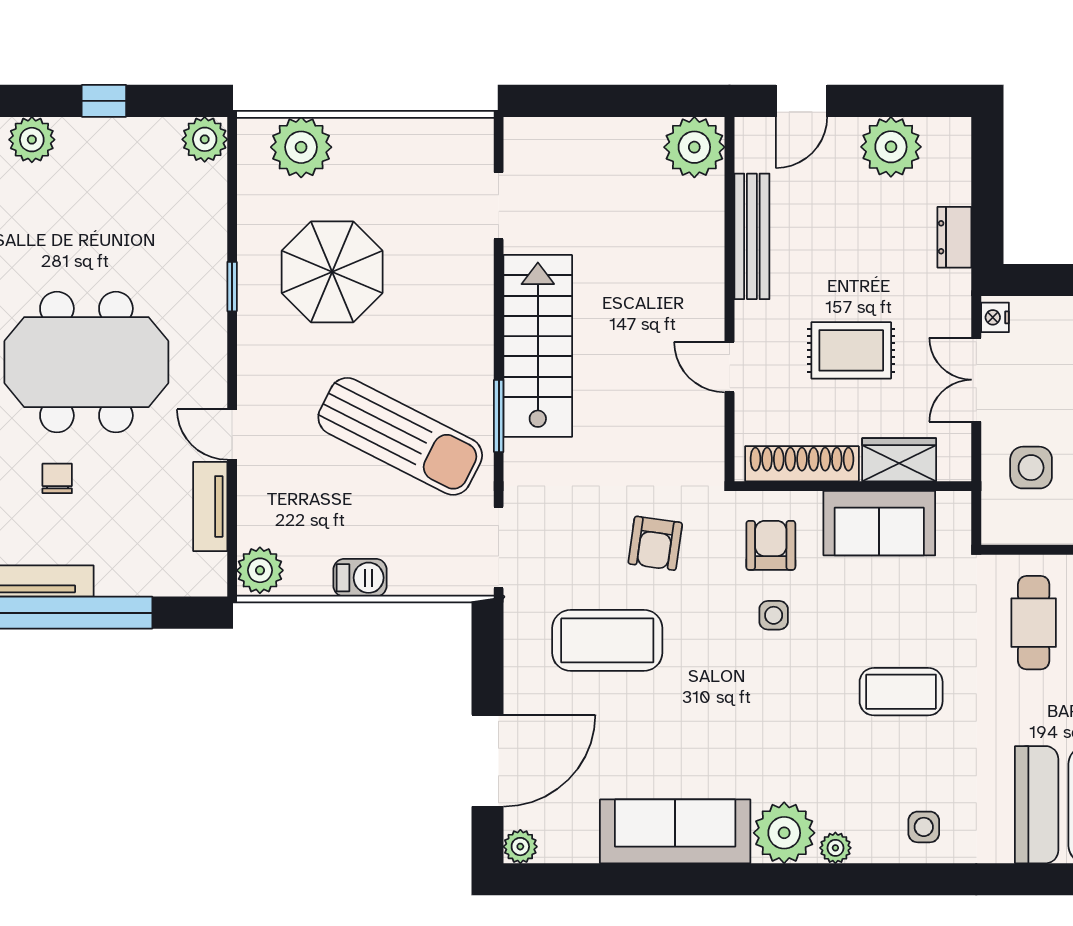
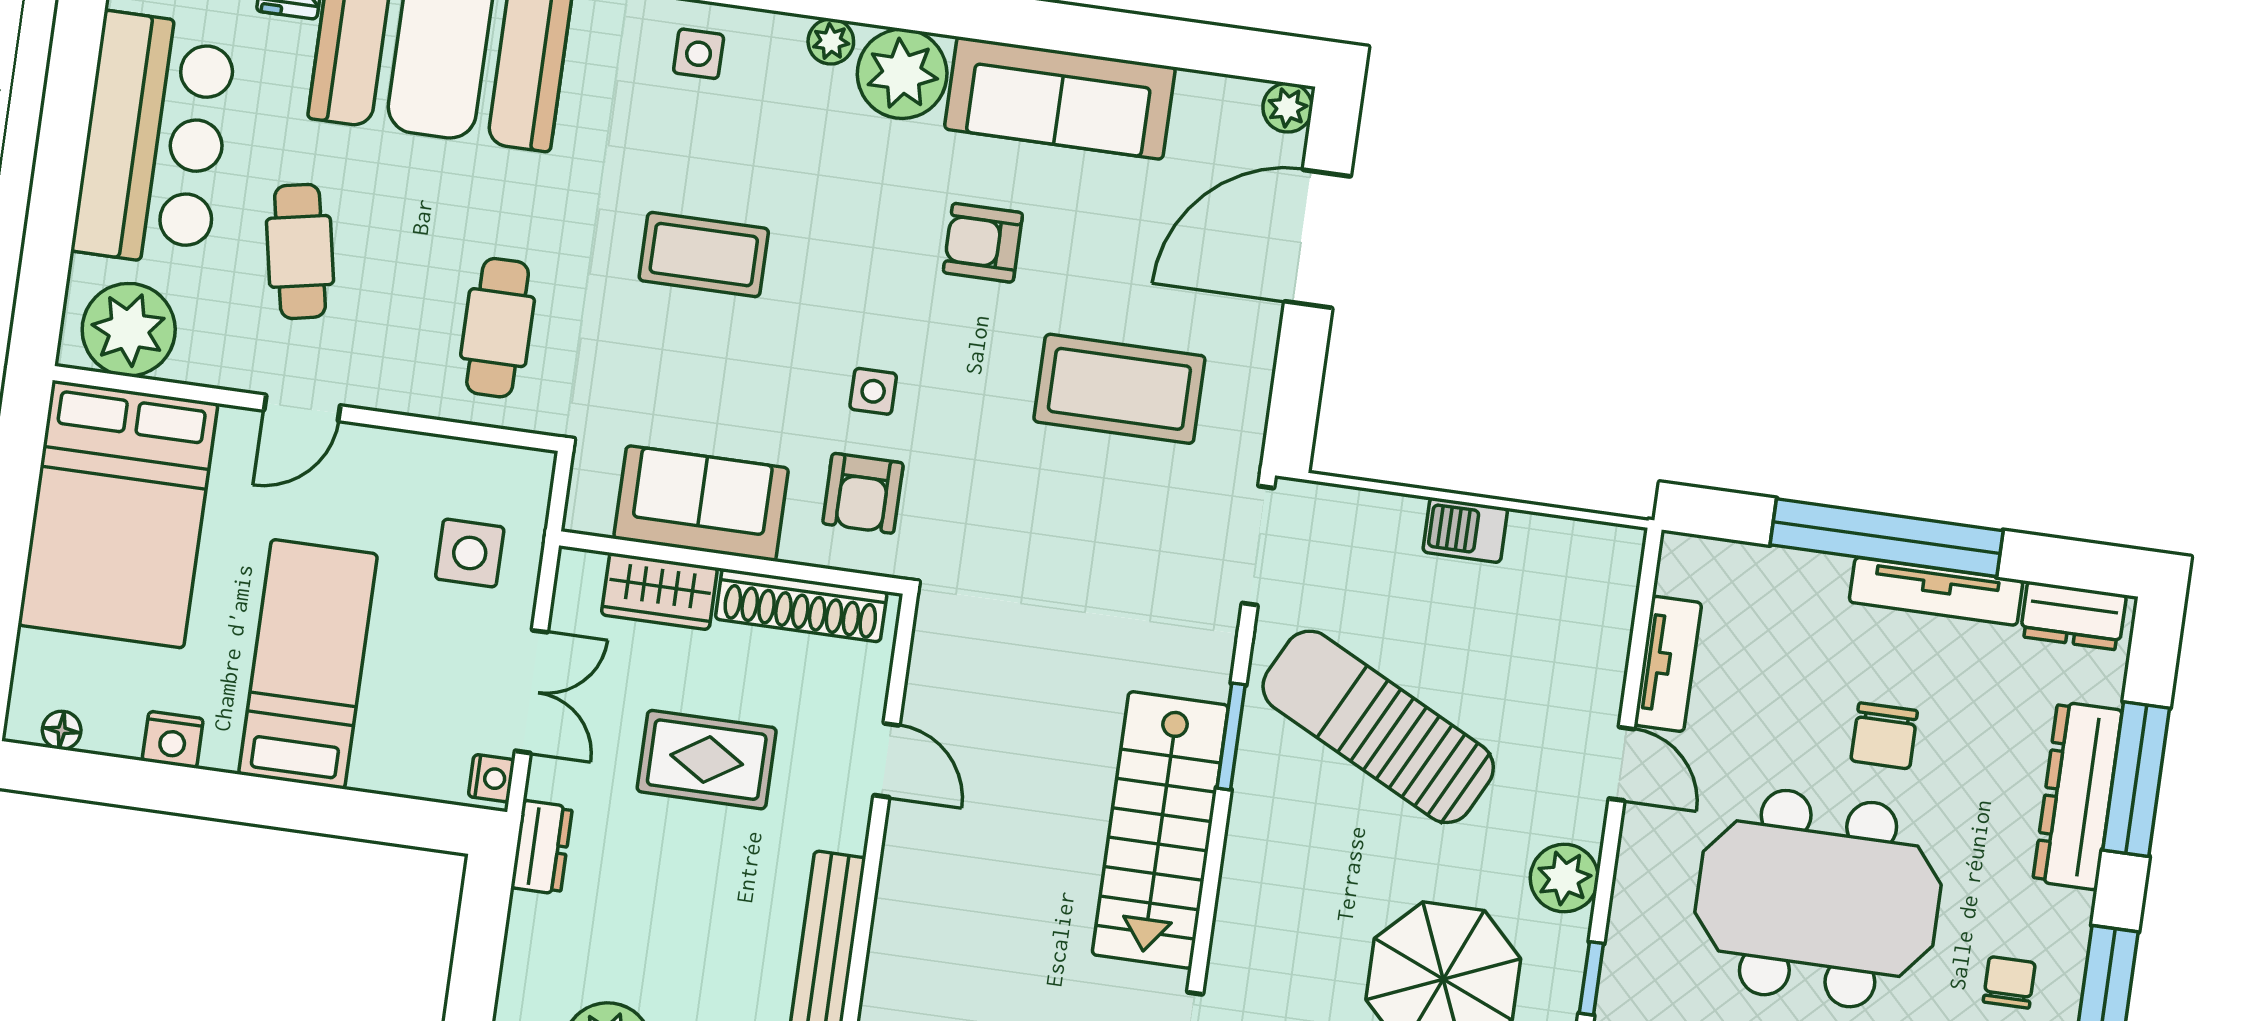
dresser: (954, 237) -> (542, 847), moved
chair: (57, 478) -> (1884, 736), width x1.37, depth x1.37
armchair: (655, 543) -> (983, 243), moved, turned -98
plant: (260, 570) -> (1564, 878), moved

